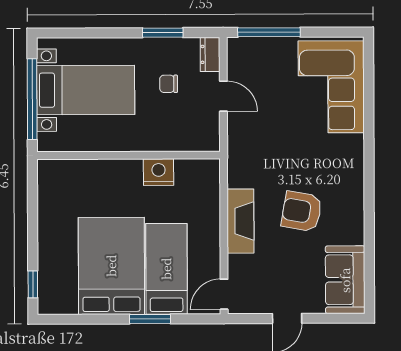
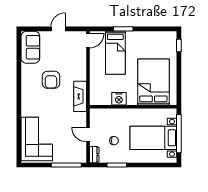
armchair: (302, 211) -> (51, 80), turned 80
fireplace: (240, 221) -> (80, 96), moved
bed: (111, 266) -> (153, 82), moved, turned 180

